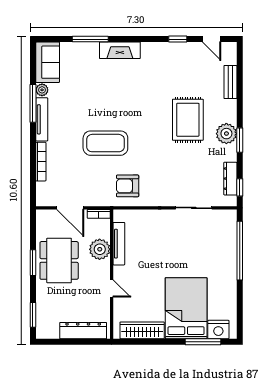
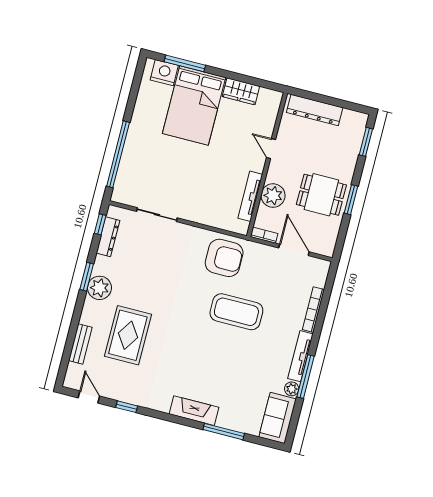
rug: (188, 120) -> (128, 335), moved
armchair: (128, 186) -> (224, 258), width x1.36, depth x1.36
dining table: (59, 260) -> (321, 195), width x0.73
wardrobe: (142, 330) -> (241, 91), width x0.67

